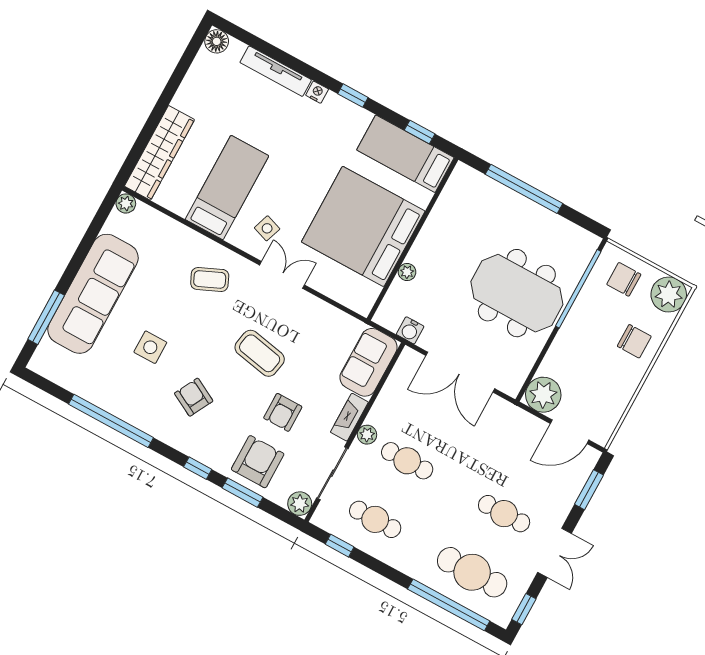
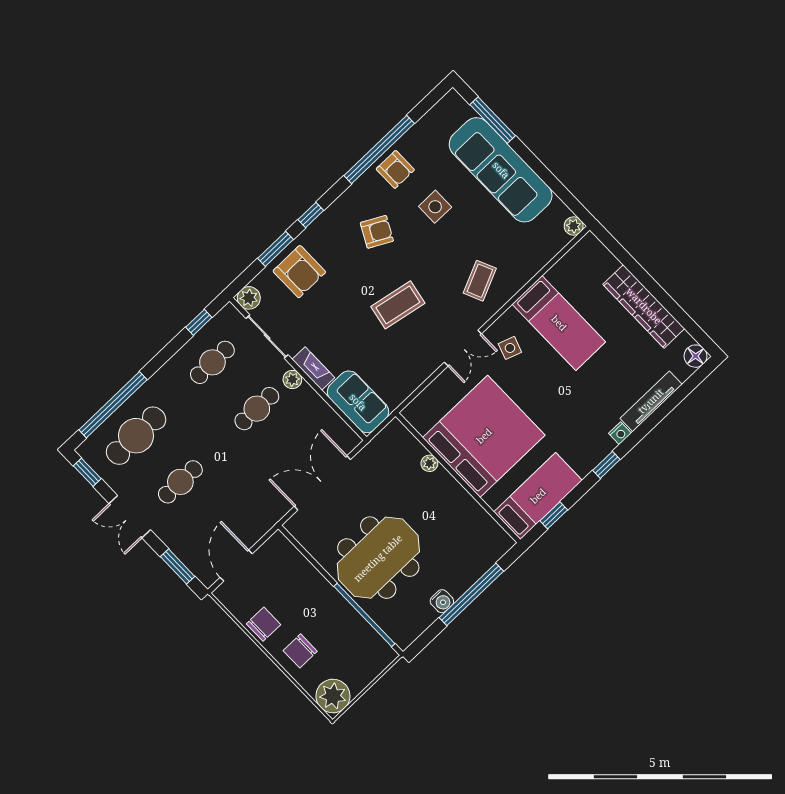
wardrobe: (159, 153) -> (644, 306), moved
chair: (624, 279) -> (263, 624), moved
water cooler: (410, 330) -> (442, 601), moved, turned 180
plant: (543, 395) -> (278, 552), removed
armchair: (283, 412) -> (395, 169), moved, turned 180

